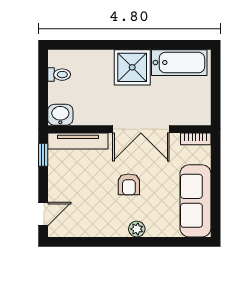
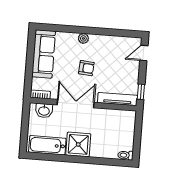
toilet: (59, 75) -> (125, 155), moved
washbasin: (60, 115) -> (44, 111), moved
armchair: (129, 184) -> (86, 68), turned 95

